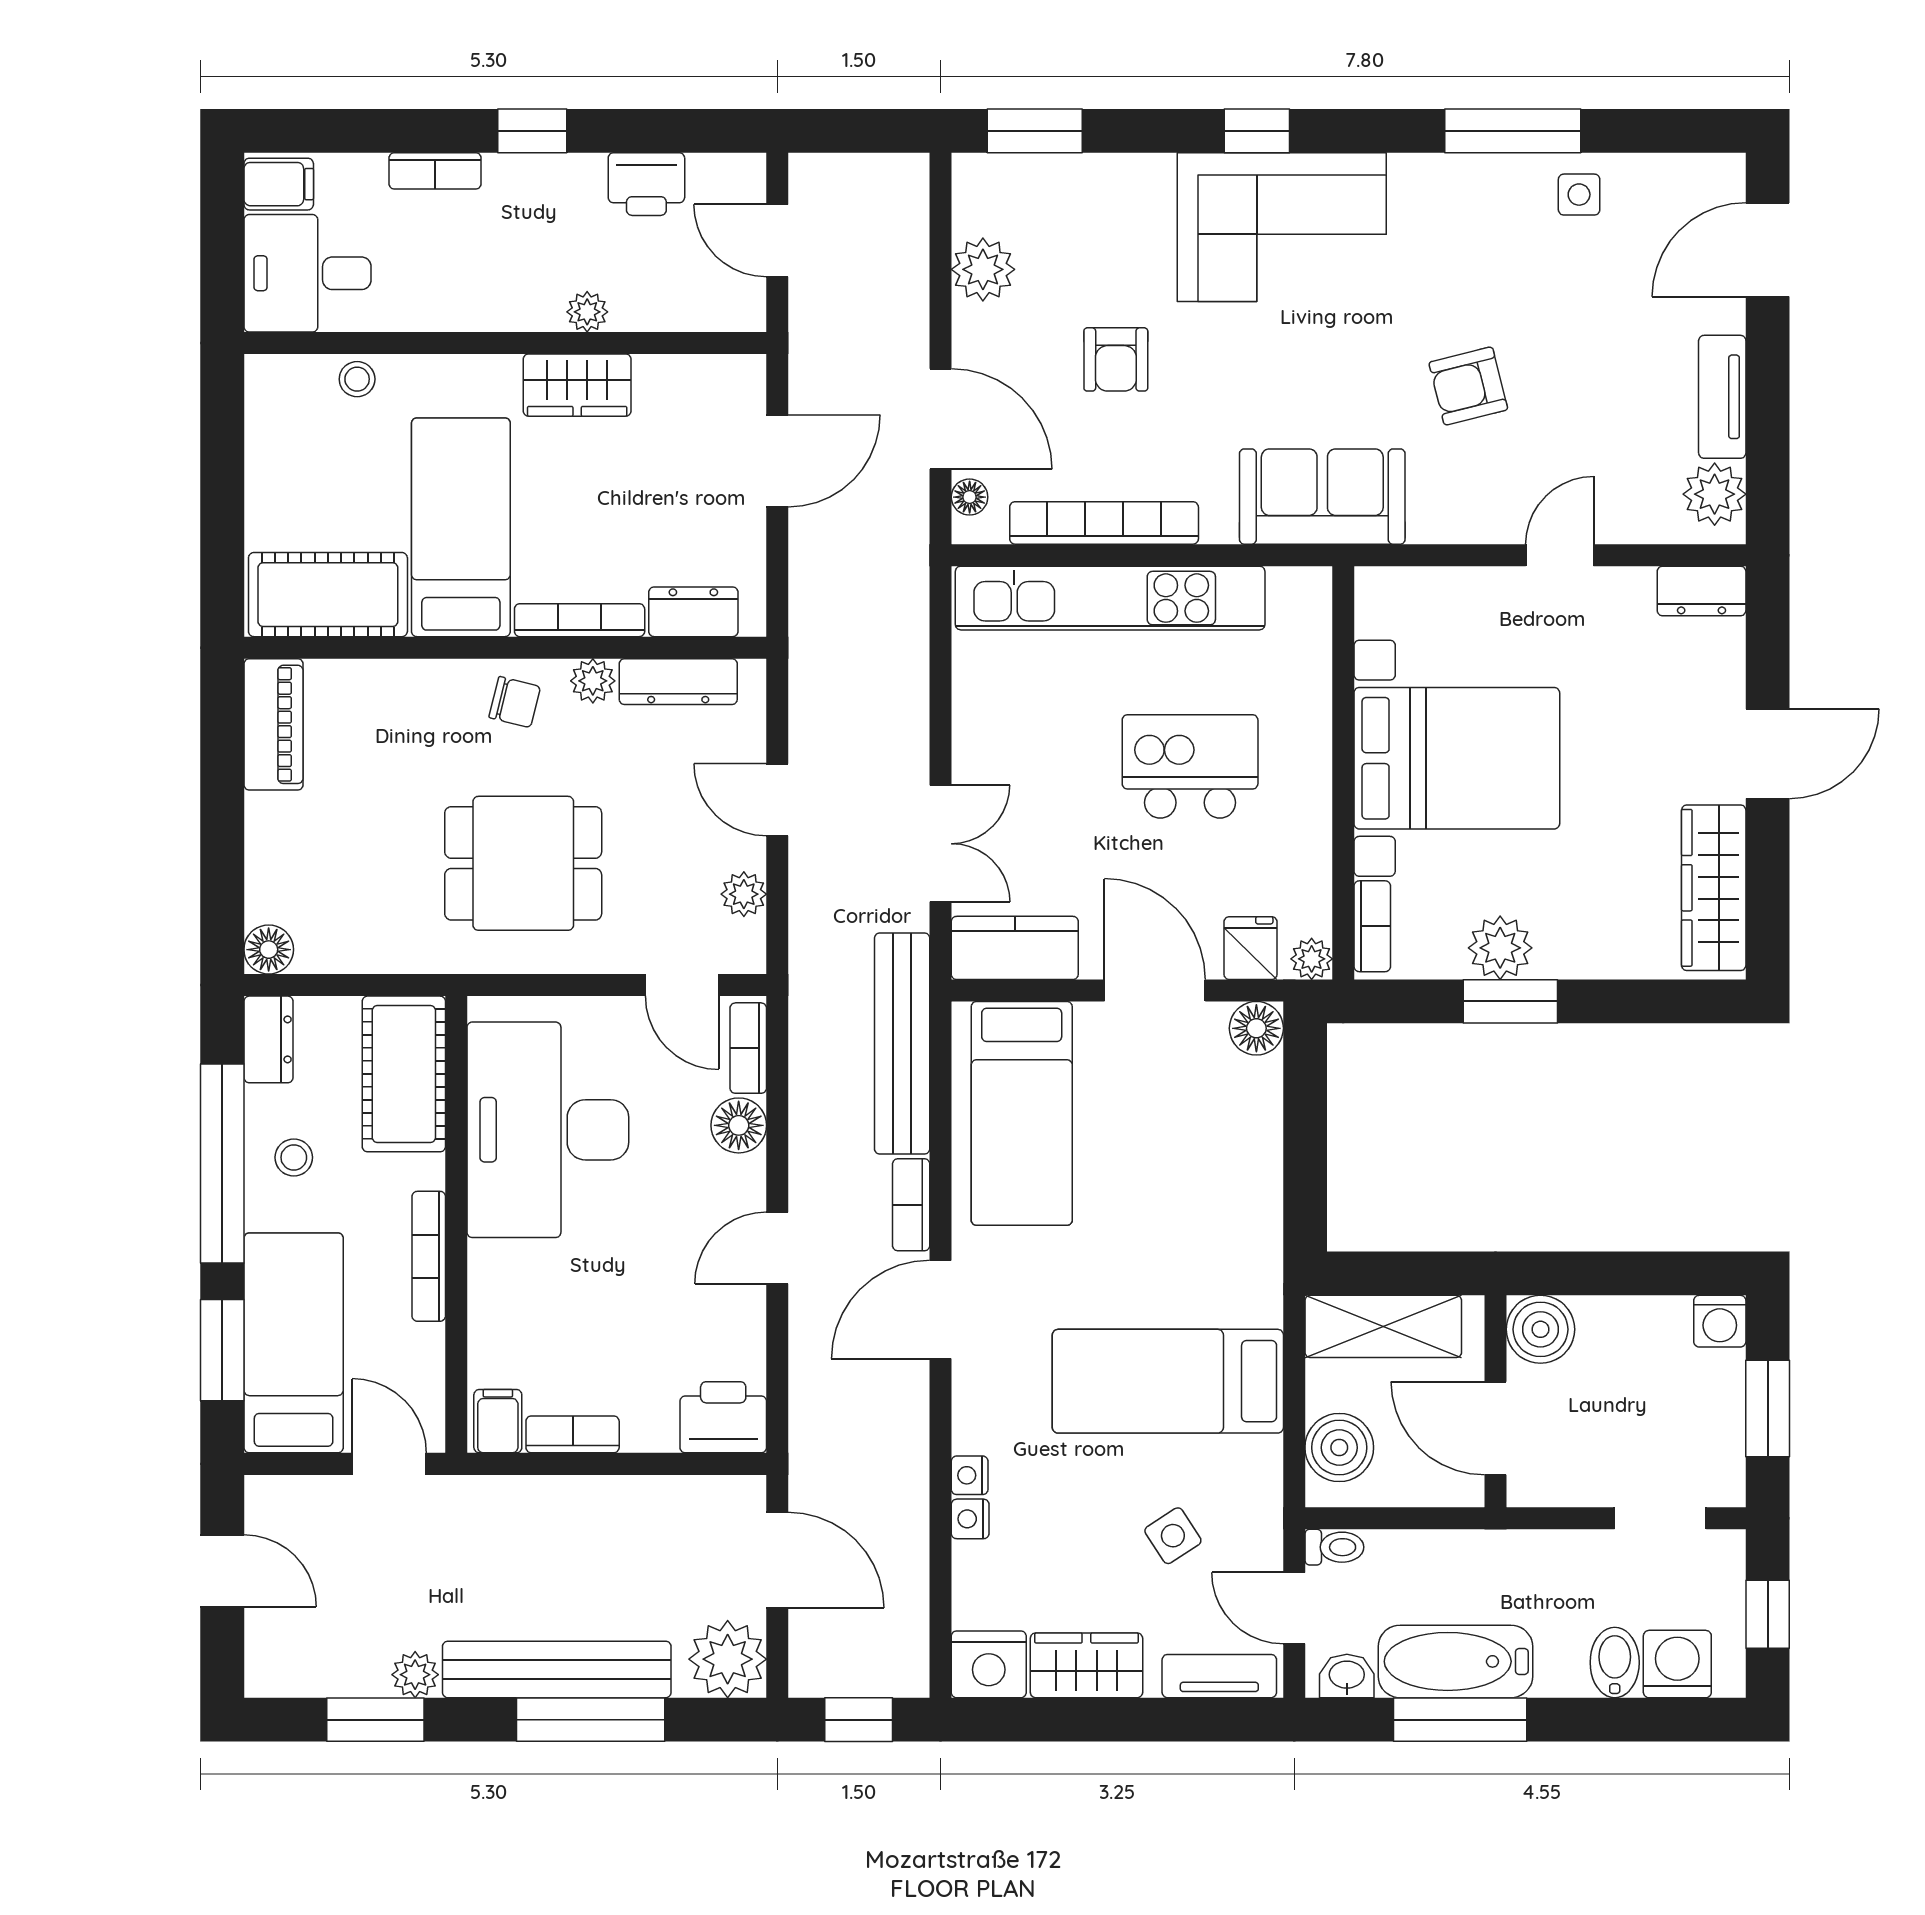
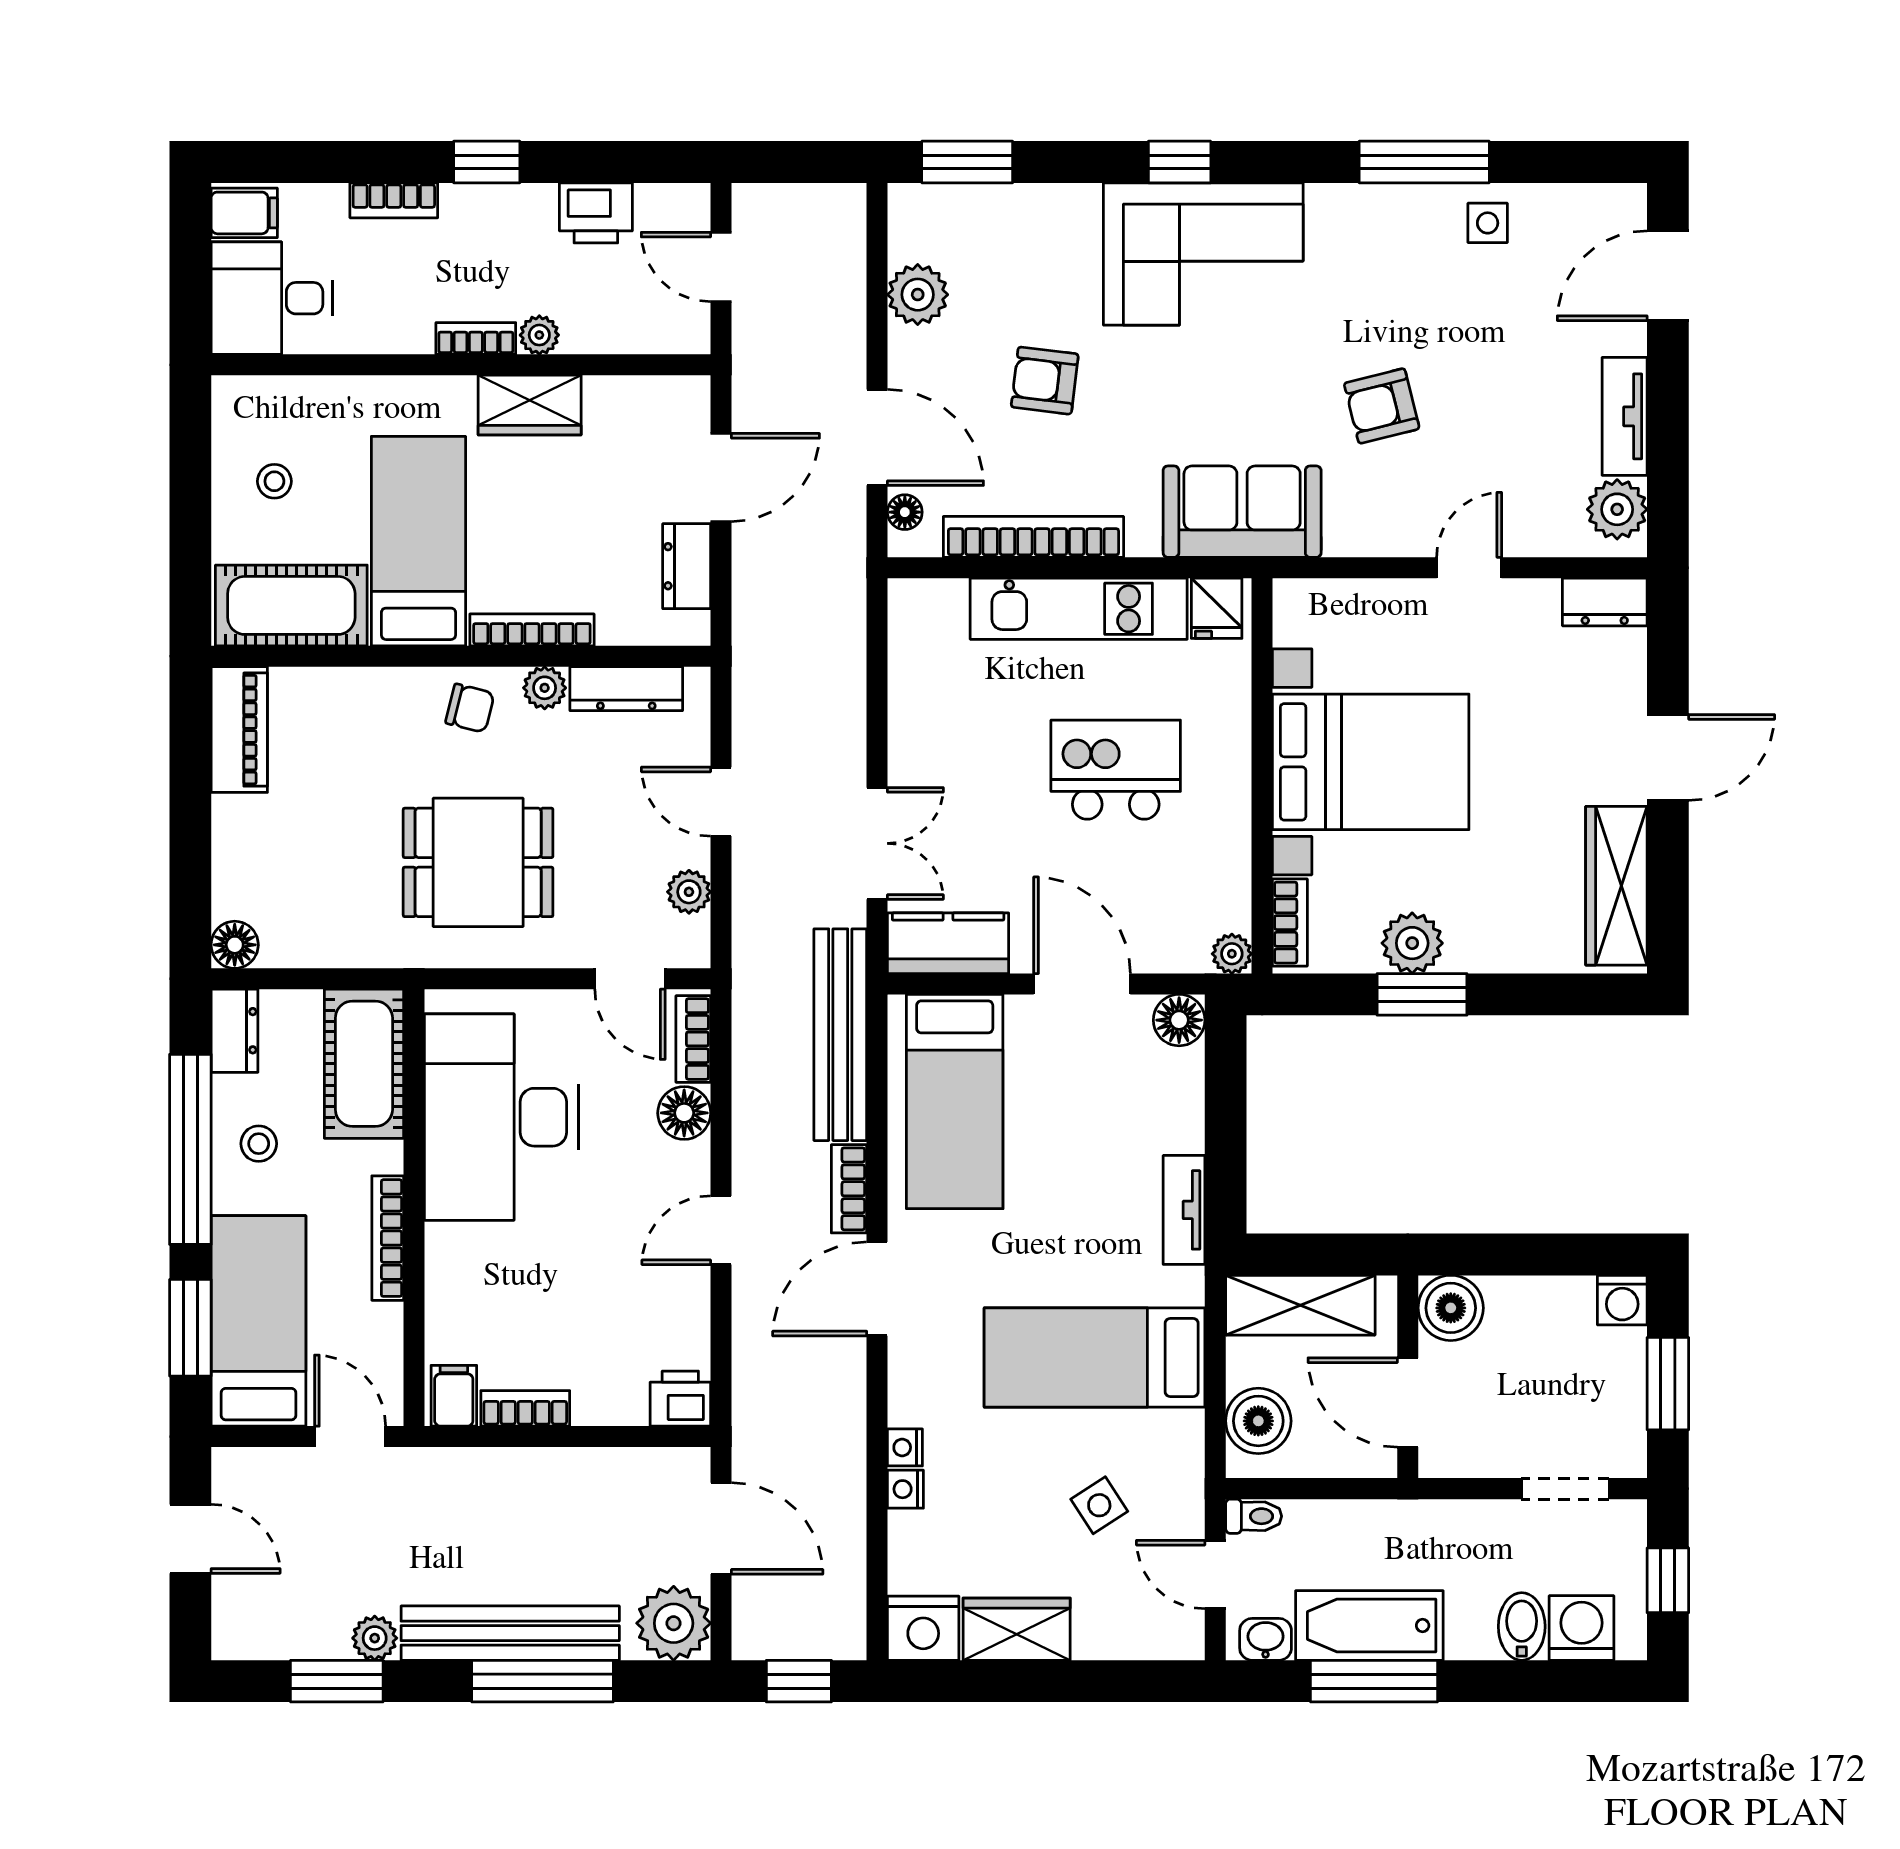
bookcase: (521, 315) -> (476, 338), added
armchair: (1116, 359) -> (1045, 381), turned 97
stool: (357, 379) -> (274, 481), moved
kitchen unit: (1110, 598) -> (1079, 609), width x0.73
dresser: (693, 612) -> (687, 566), moved, turned -90
fridge: (1251, 948) -> (1217, 608), moved, turned 180
printer: (723, 1417) -> (680, 1399), width x0.73, depth x0.81
tv unit: (1219, 1676) -> (1184, 1210), moved, turned -90

